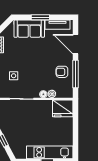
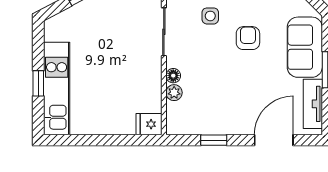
armchair: (62, 72) -> (248, 38), moved
window: (75, 74) -> (214, 140), width x0.46
fridge: (63, 108) -> (149, 124), width x0.53, depth x0.75

